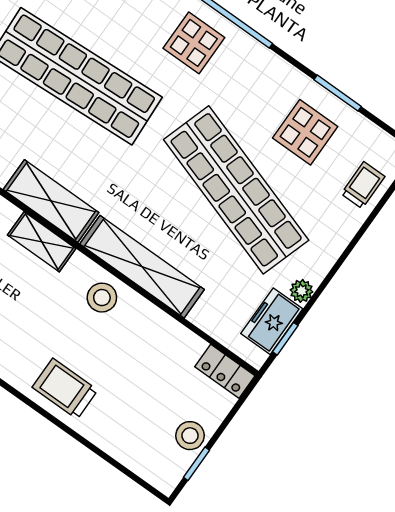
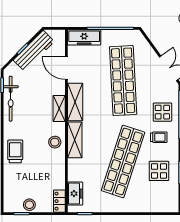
trolley: (363, 185) -> (159, 137), moved
shelving: (142, 267) -> (75, 140), width x0.68
plant: (302, 291) -> (105, 208), removed
freezer: (272, 321) -> (75, 194), moved, turned 90

